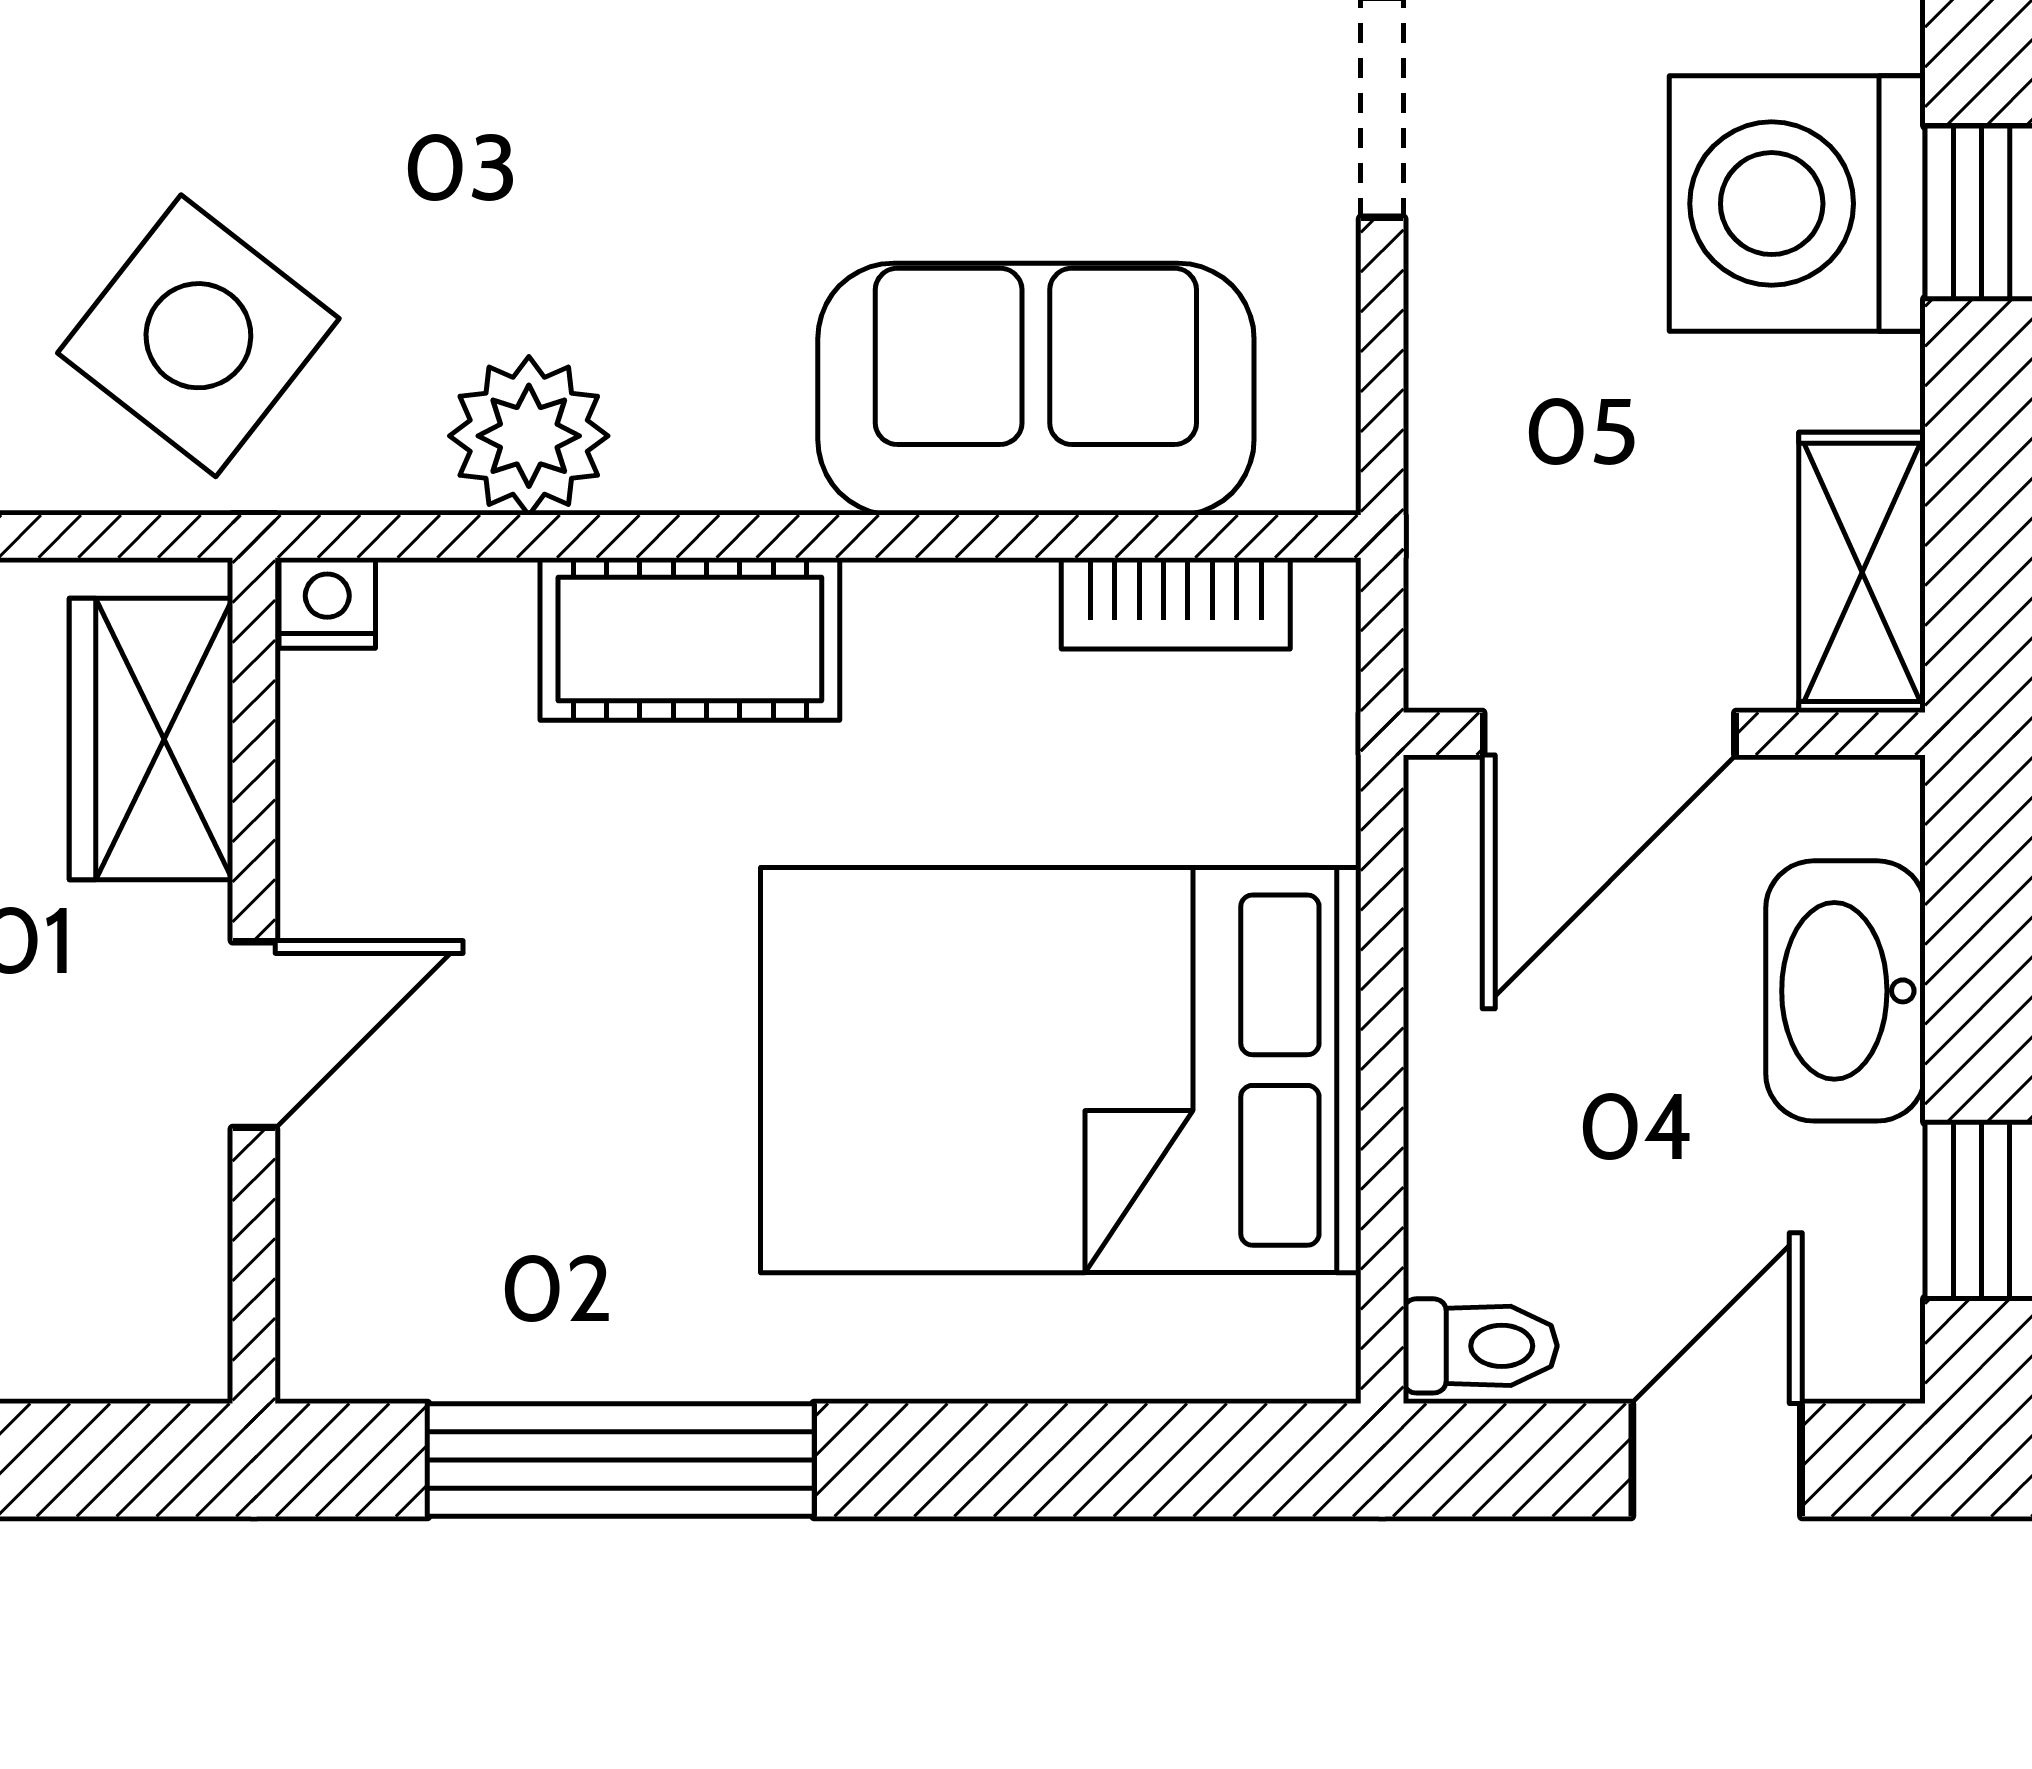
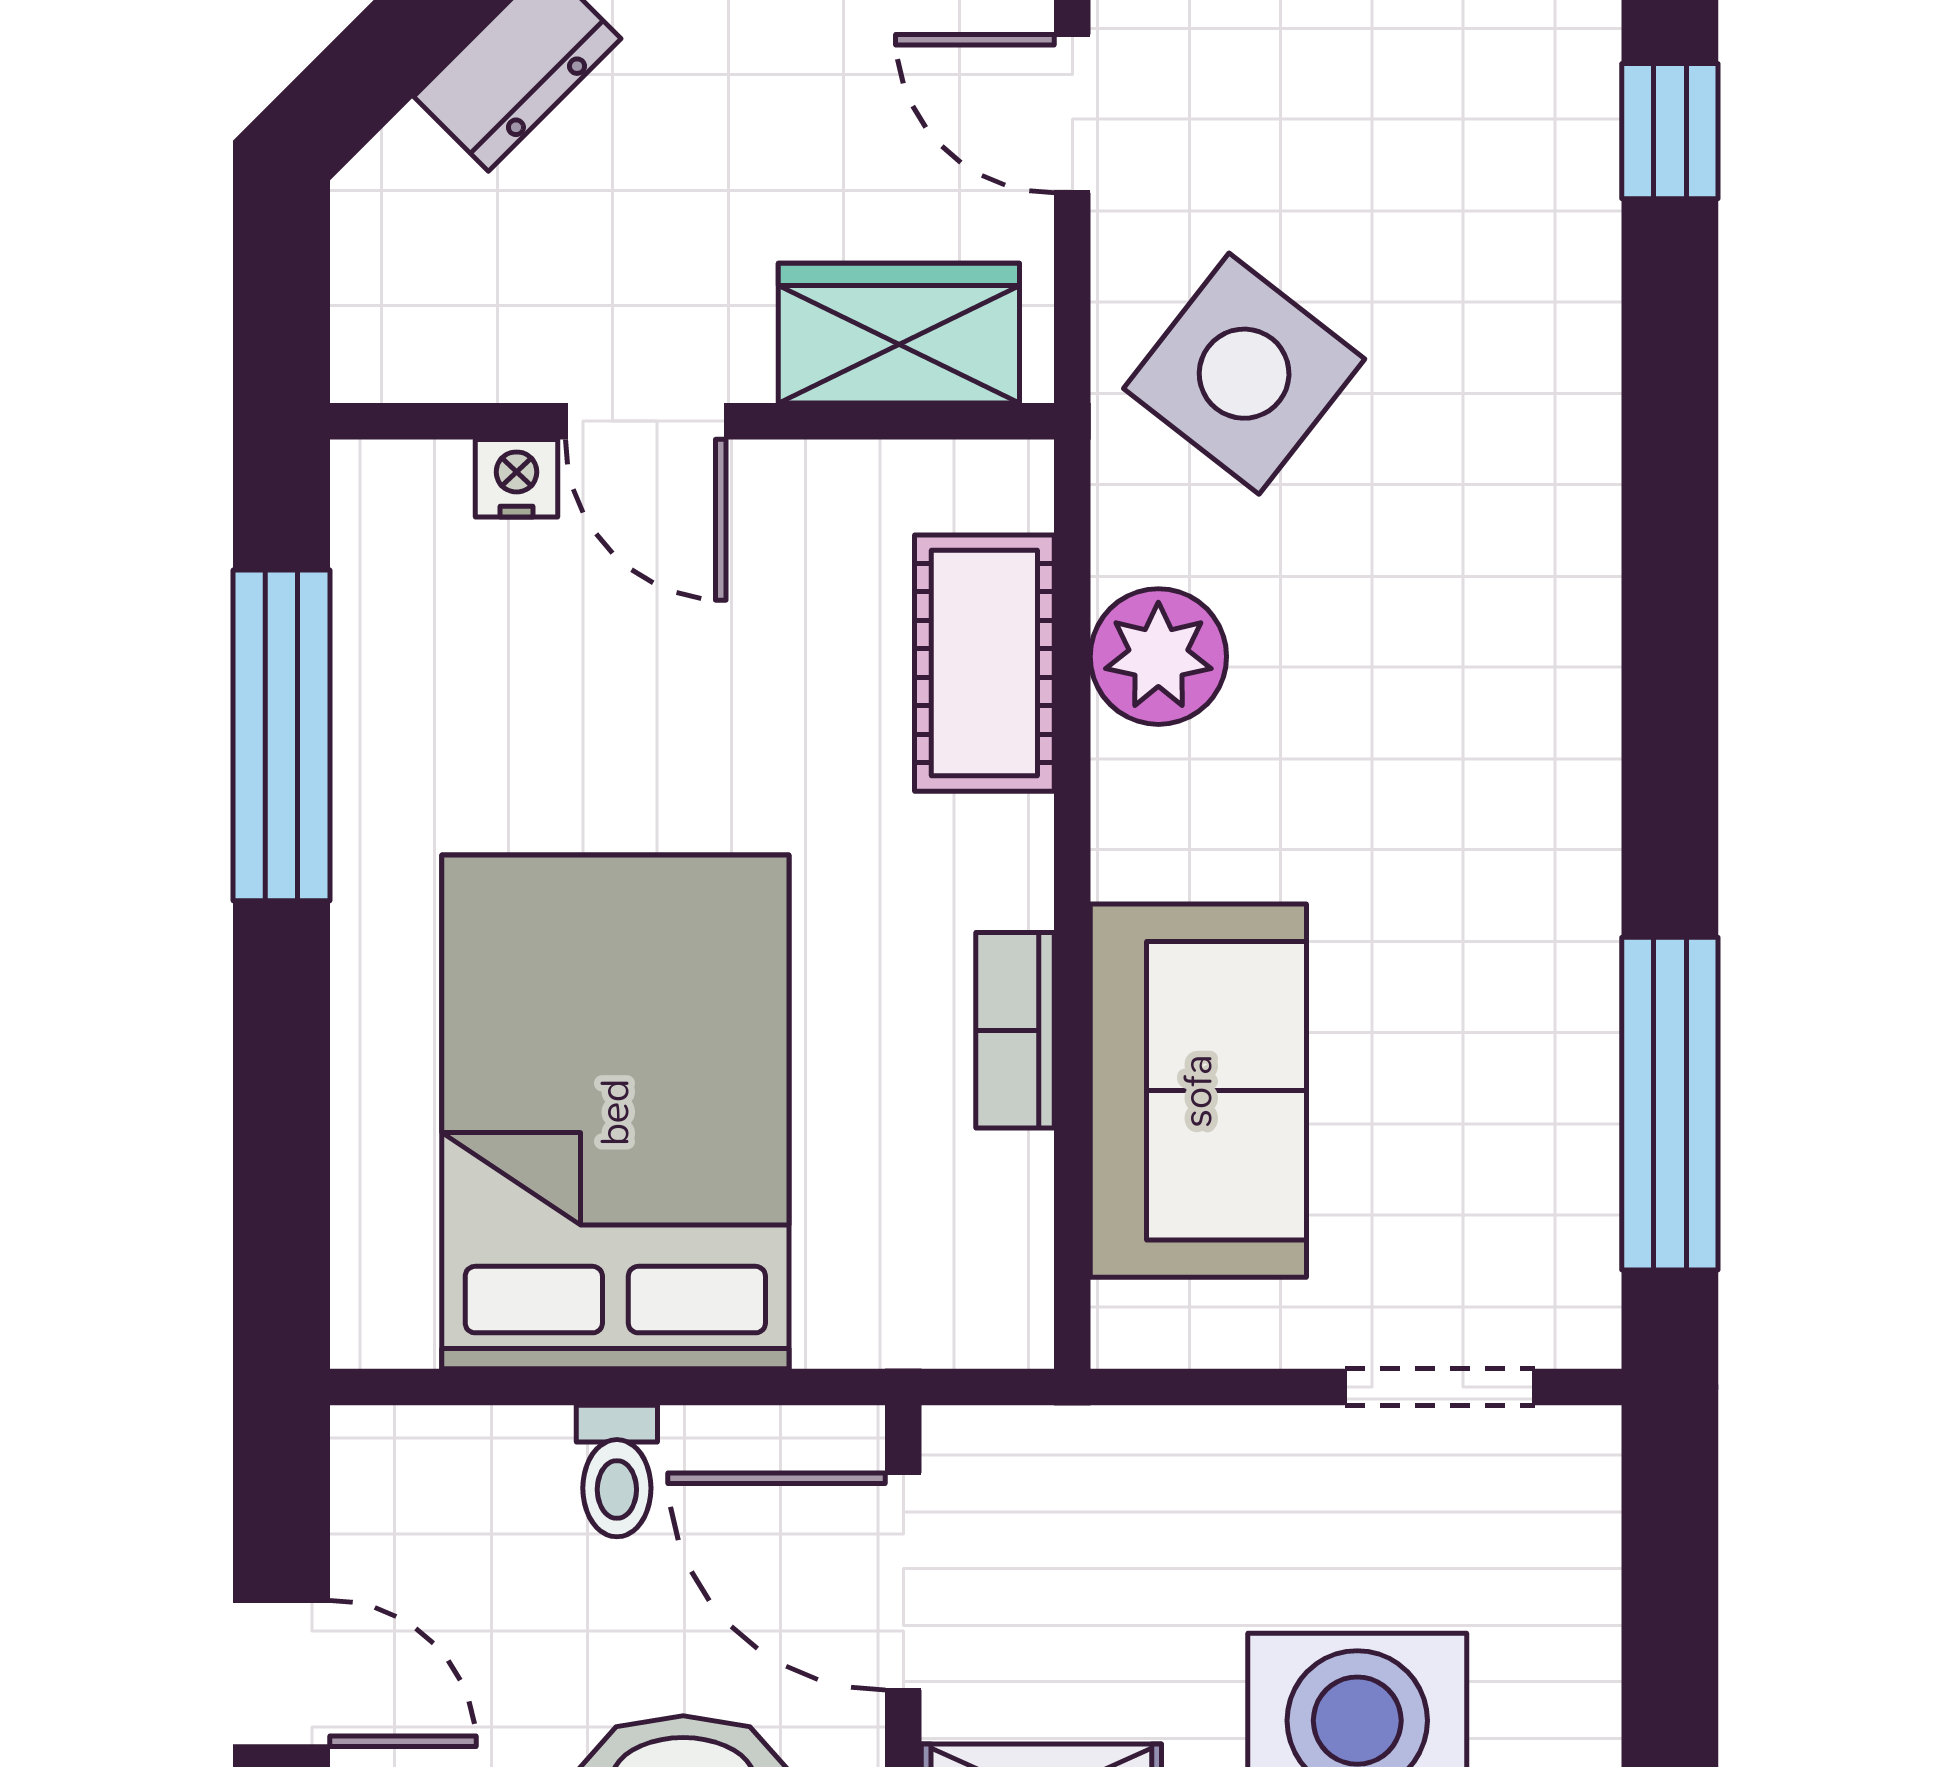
nightstand: (327, 603) -> (517, 478), moved, turned -90
bookcase: (1176, 603) -> (1015, 1030), moved
cot: (690, 639) -> (984, 663), moved
toilet: (1480, 1346) -> (617, 1471), moved

